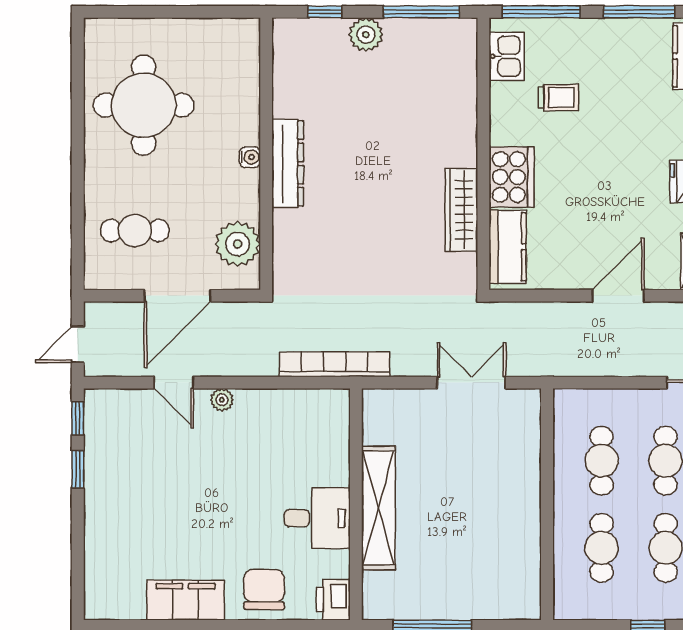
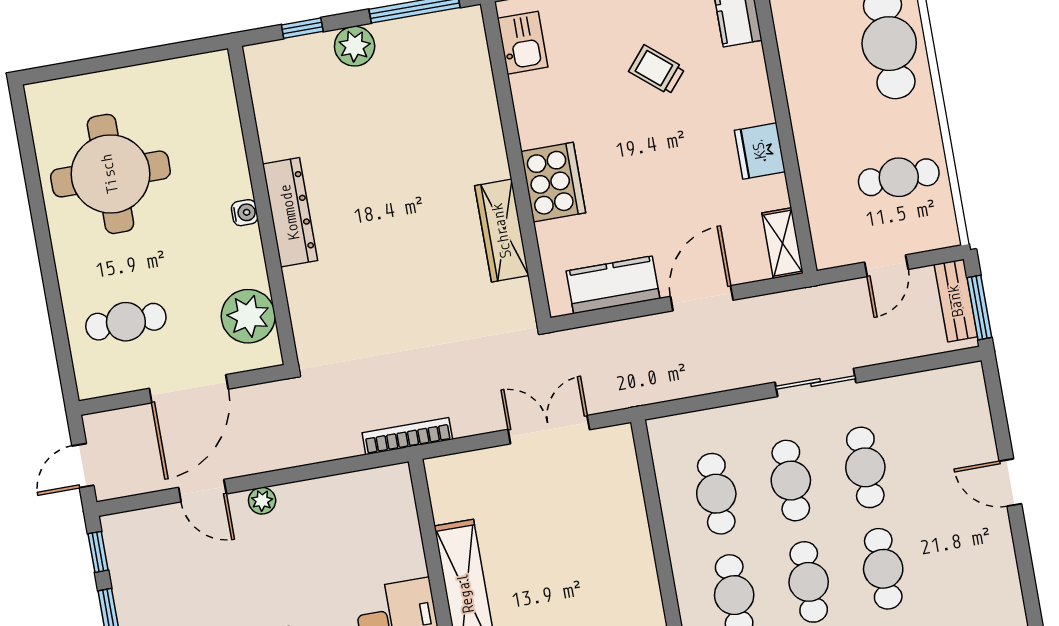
trolley: (559, 98) -> (657, 70), moved, turned -140
kitchen counter: (508, 247) -> (613, 285), moved, turned -90
bookcase: (335, 364) -> (407, 436), width x0.68, depth x0.76

